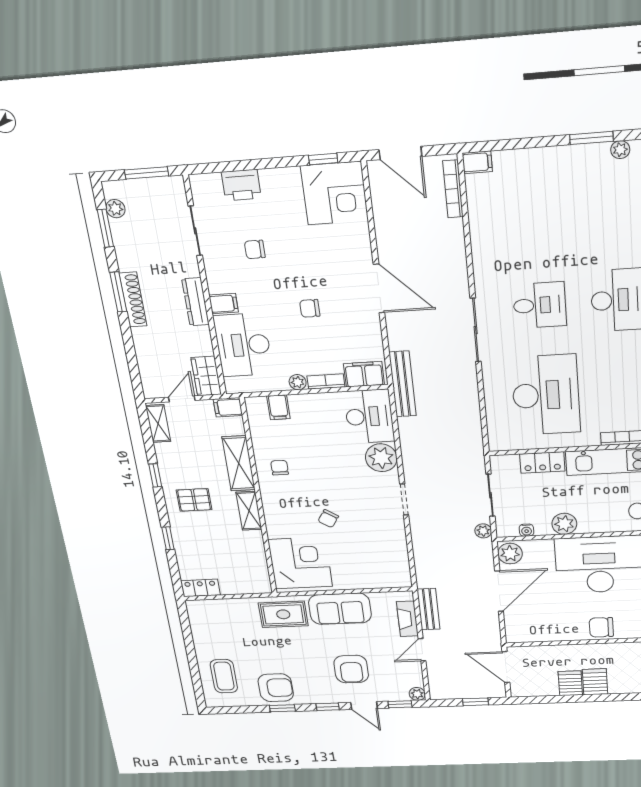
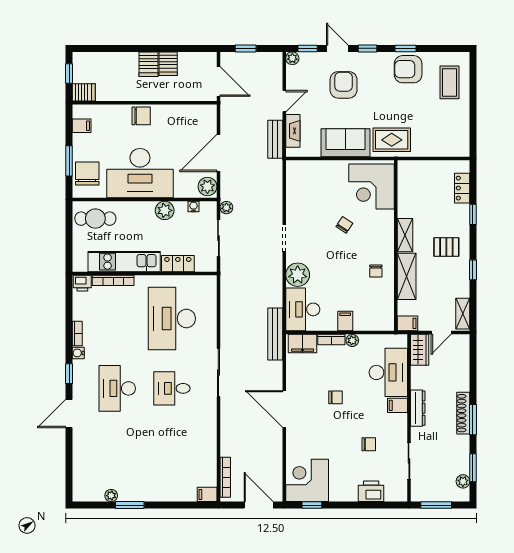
filing cabinet: (278, 407) -> (345, 321), moved
locker: (201, 588) -> (462, 188), moved, turned 90

